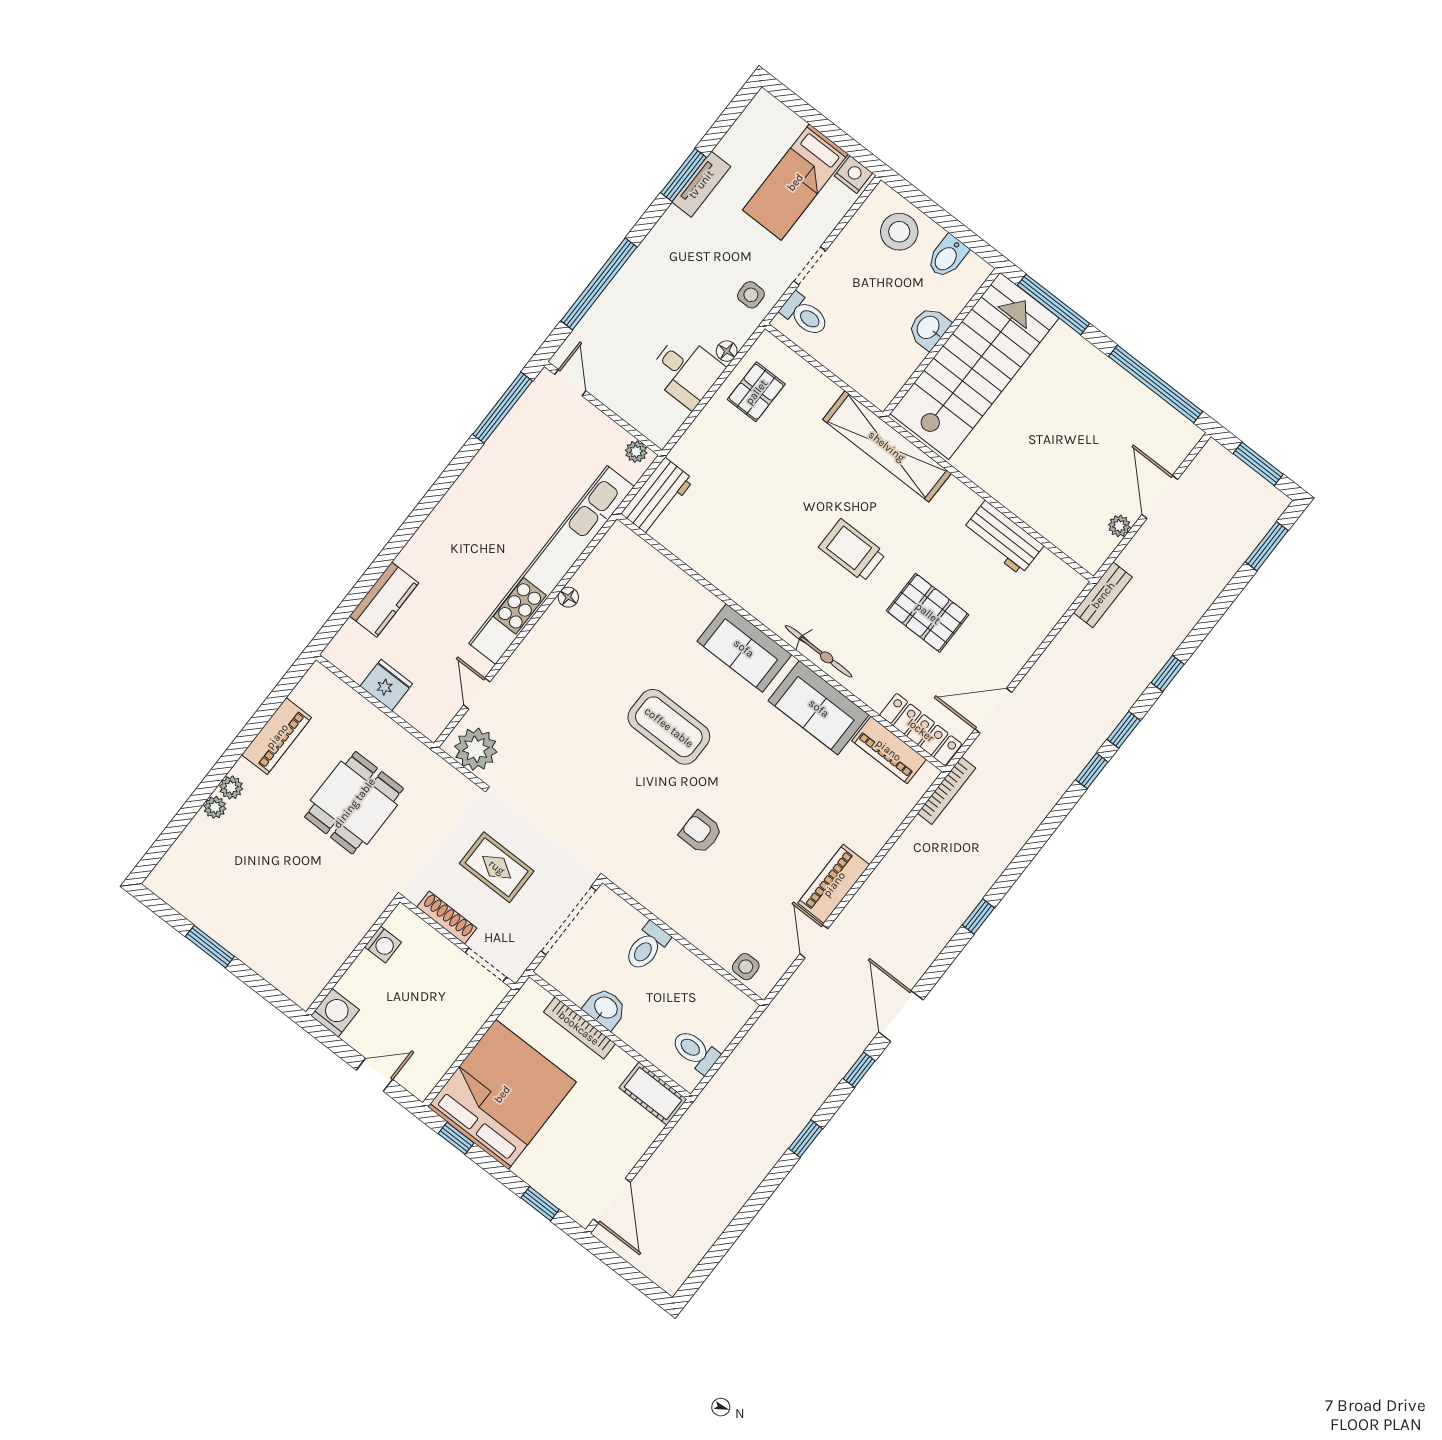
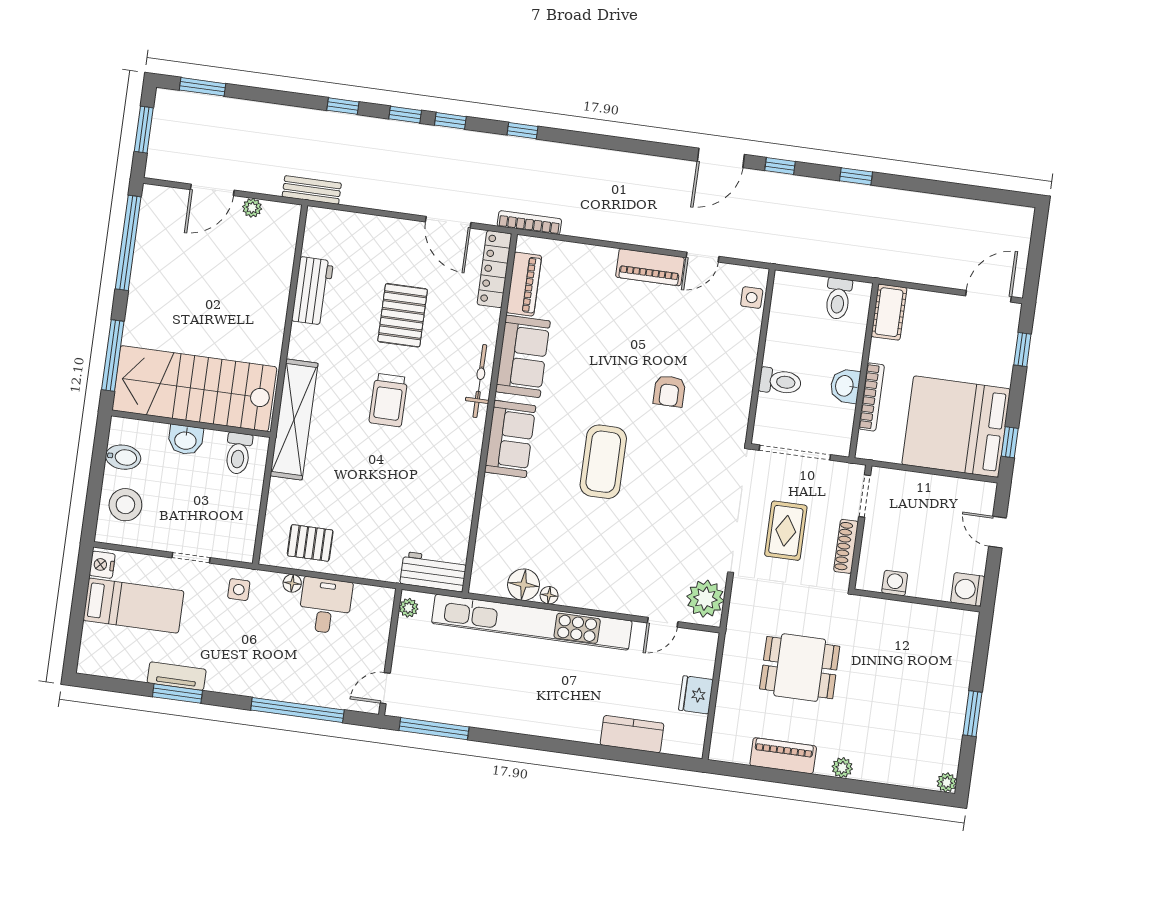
toilet: (805, 315) -> (238, 453), moved, turned 180
floor lamp: (593, 578) -> (524, 585), added
plant: (215, 807) -> (947, 782), moved
window: (978, 917) -> (522, 131), moved

